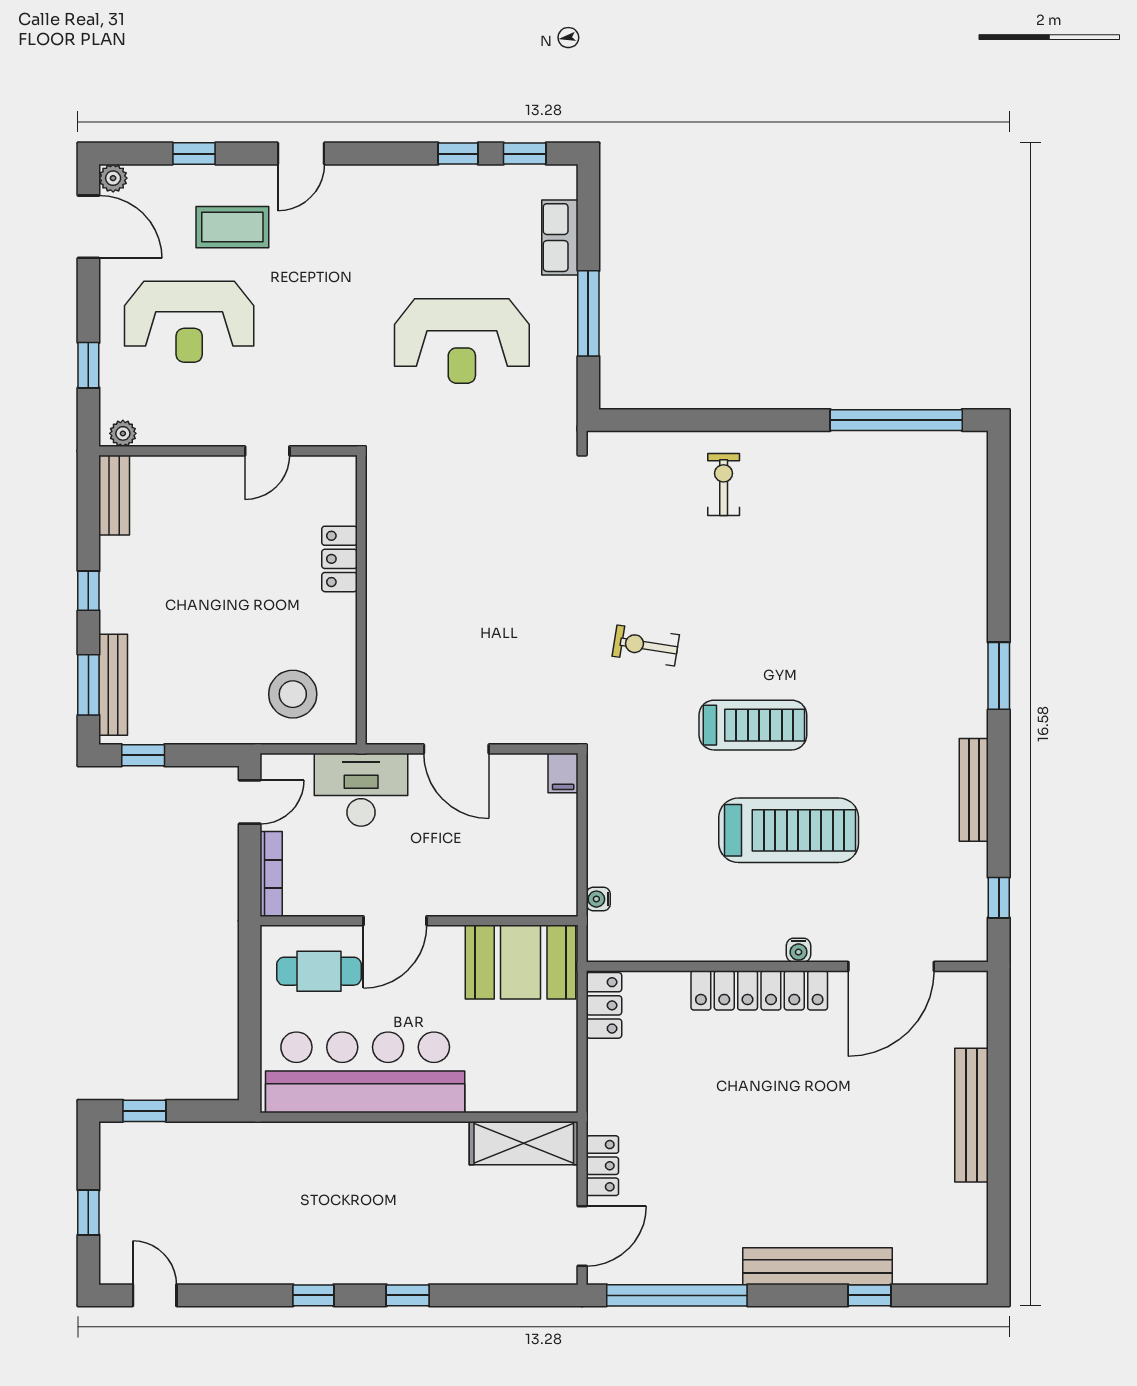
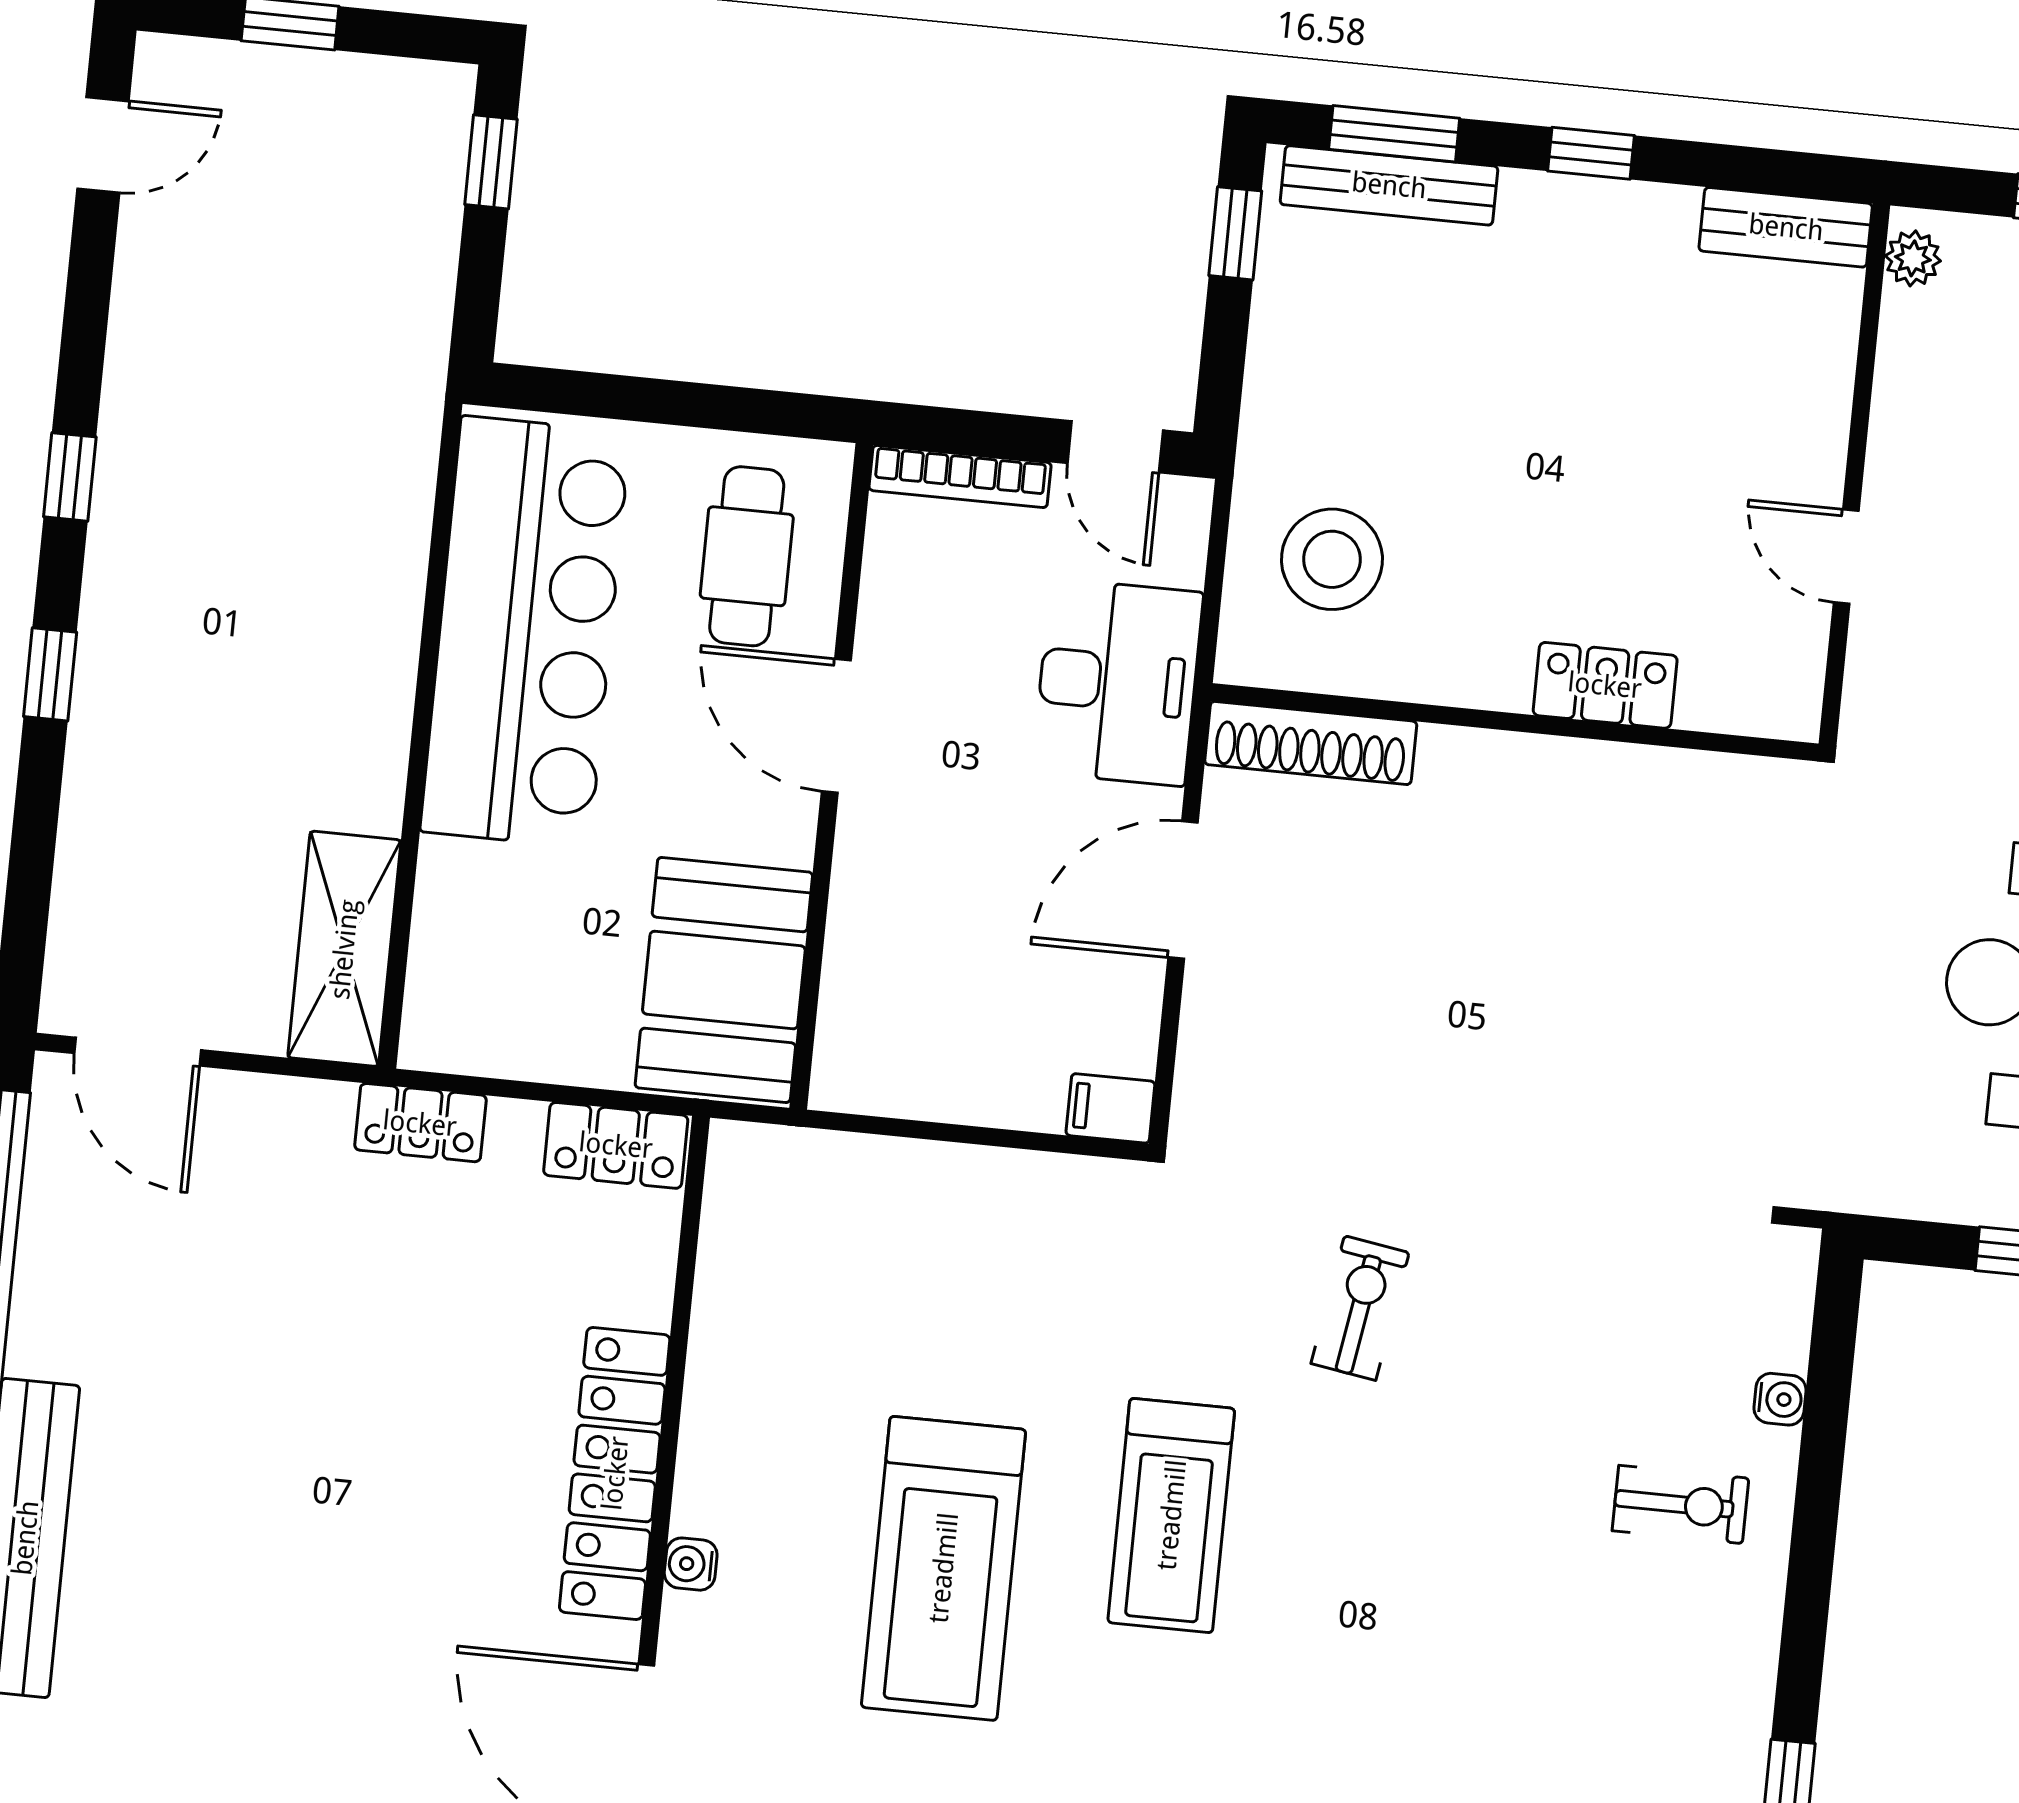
shoe rack: (381, 695) -> (1311, 743), added
water cooler: (598, 899) -> (1780, 1399), moved, turned 90
locker: (602, 1166) -> (420, 1123), moved

